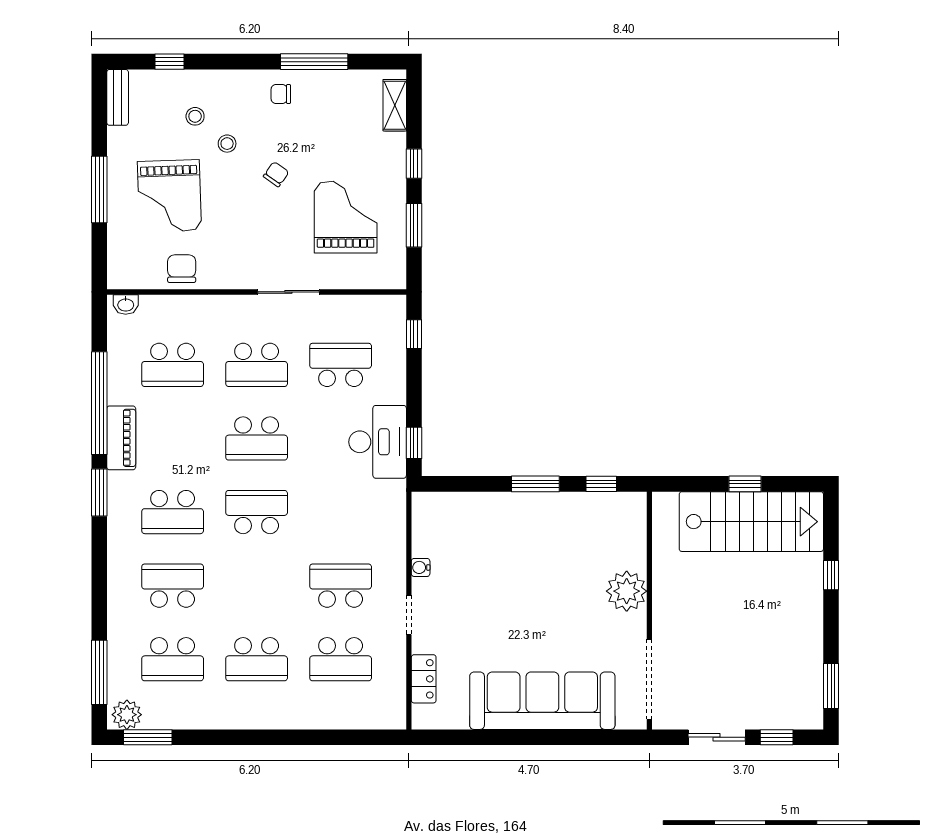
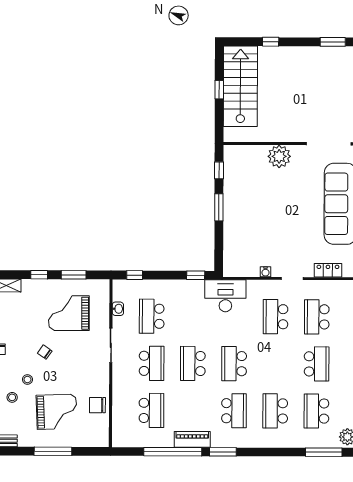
washbasin: (126, 304) -> (118, 309), moved
school desk: (257, 438) -> (193, 363), turned 180
desk: (378, 442) -> (225, 296), moved
school desk: (173, 659) -> (316, 411), turned 180
school desk: (341, 659) -> (317, 317), turned 180

